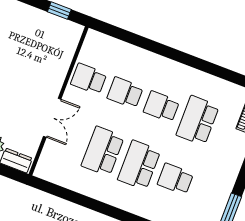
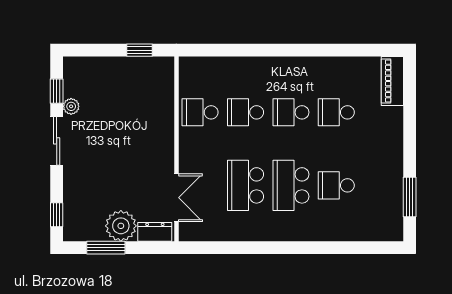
double door: (52, 118) -> (176, 198), moved
school desk: (198, 120) -> (336, 112), width x0.54

